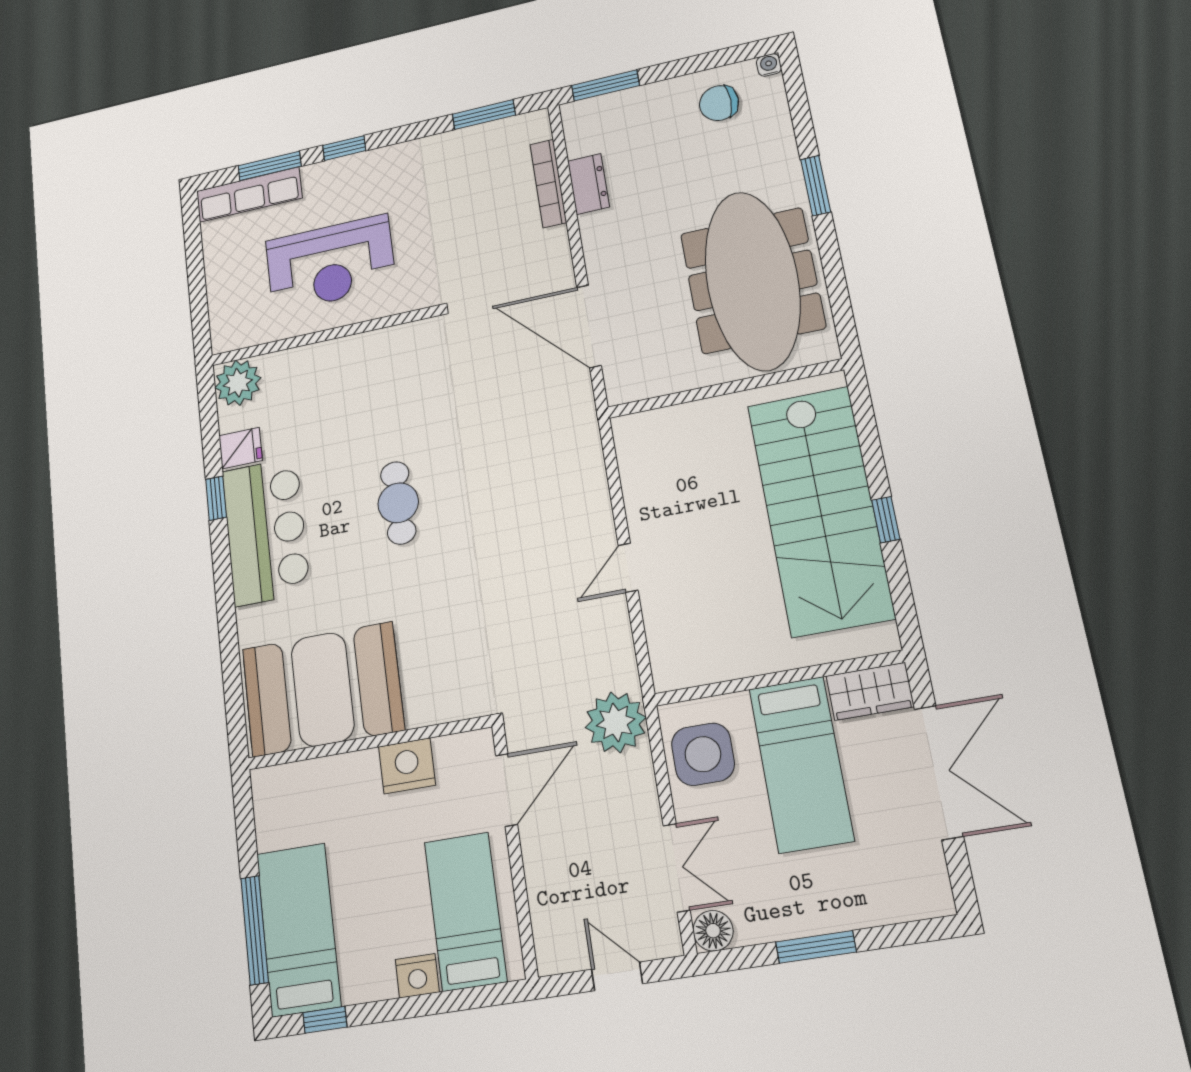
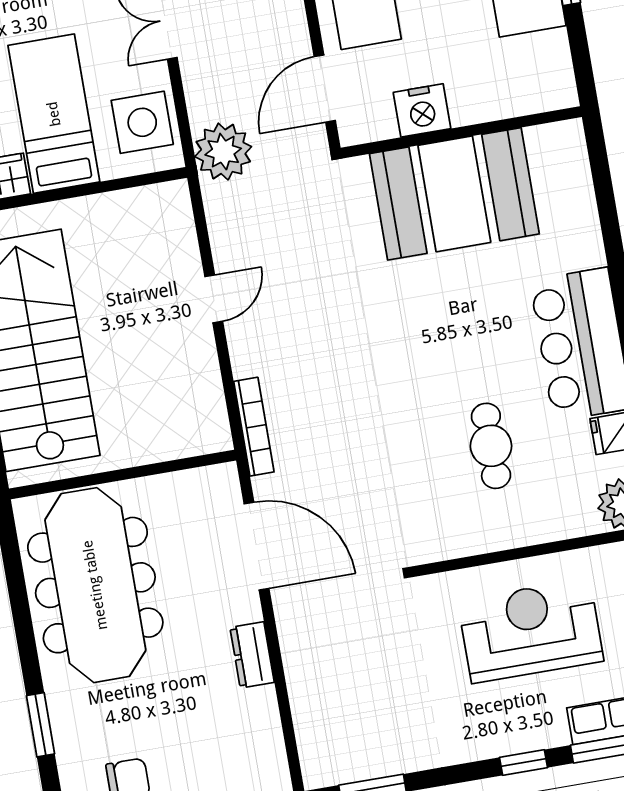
bookcase: (548, 183) -> (254, 427), moved
dresser: (588, 184) -> (252, 655), moved
window: (816, 186) -> (41, 725), moved
cafe table: (398, 503) -> (491, 446), moved
booth: (323, 689) -> (454, 194), moved

